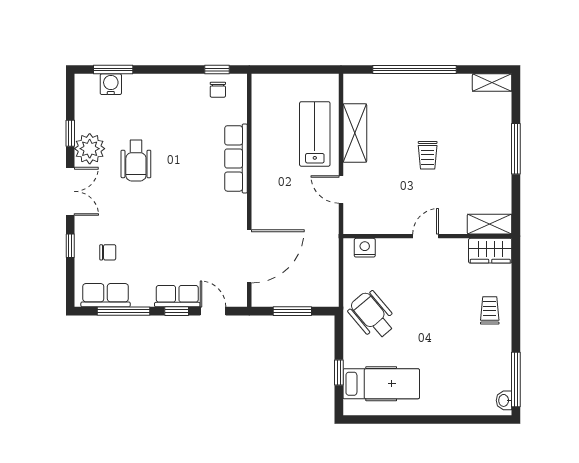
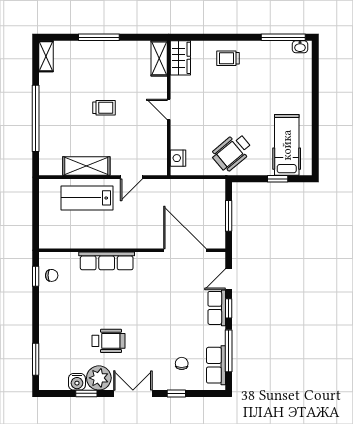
water cooler: (111, 84) -> (77, 382), moved, turned -90

